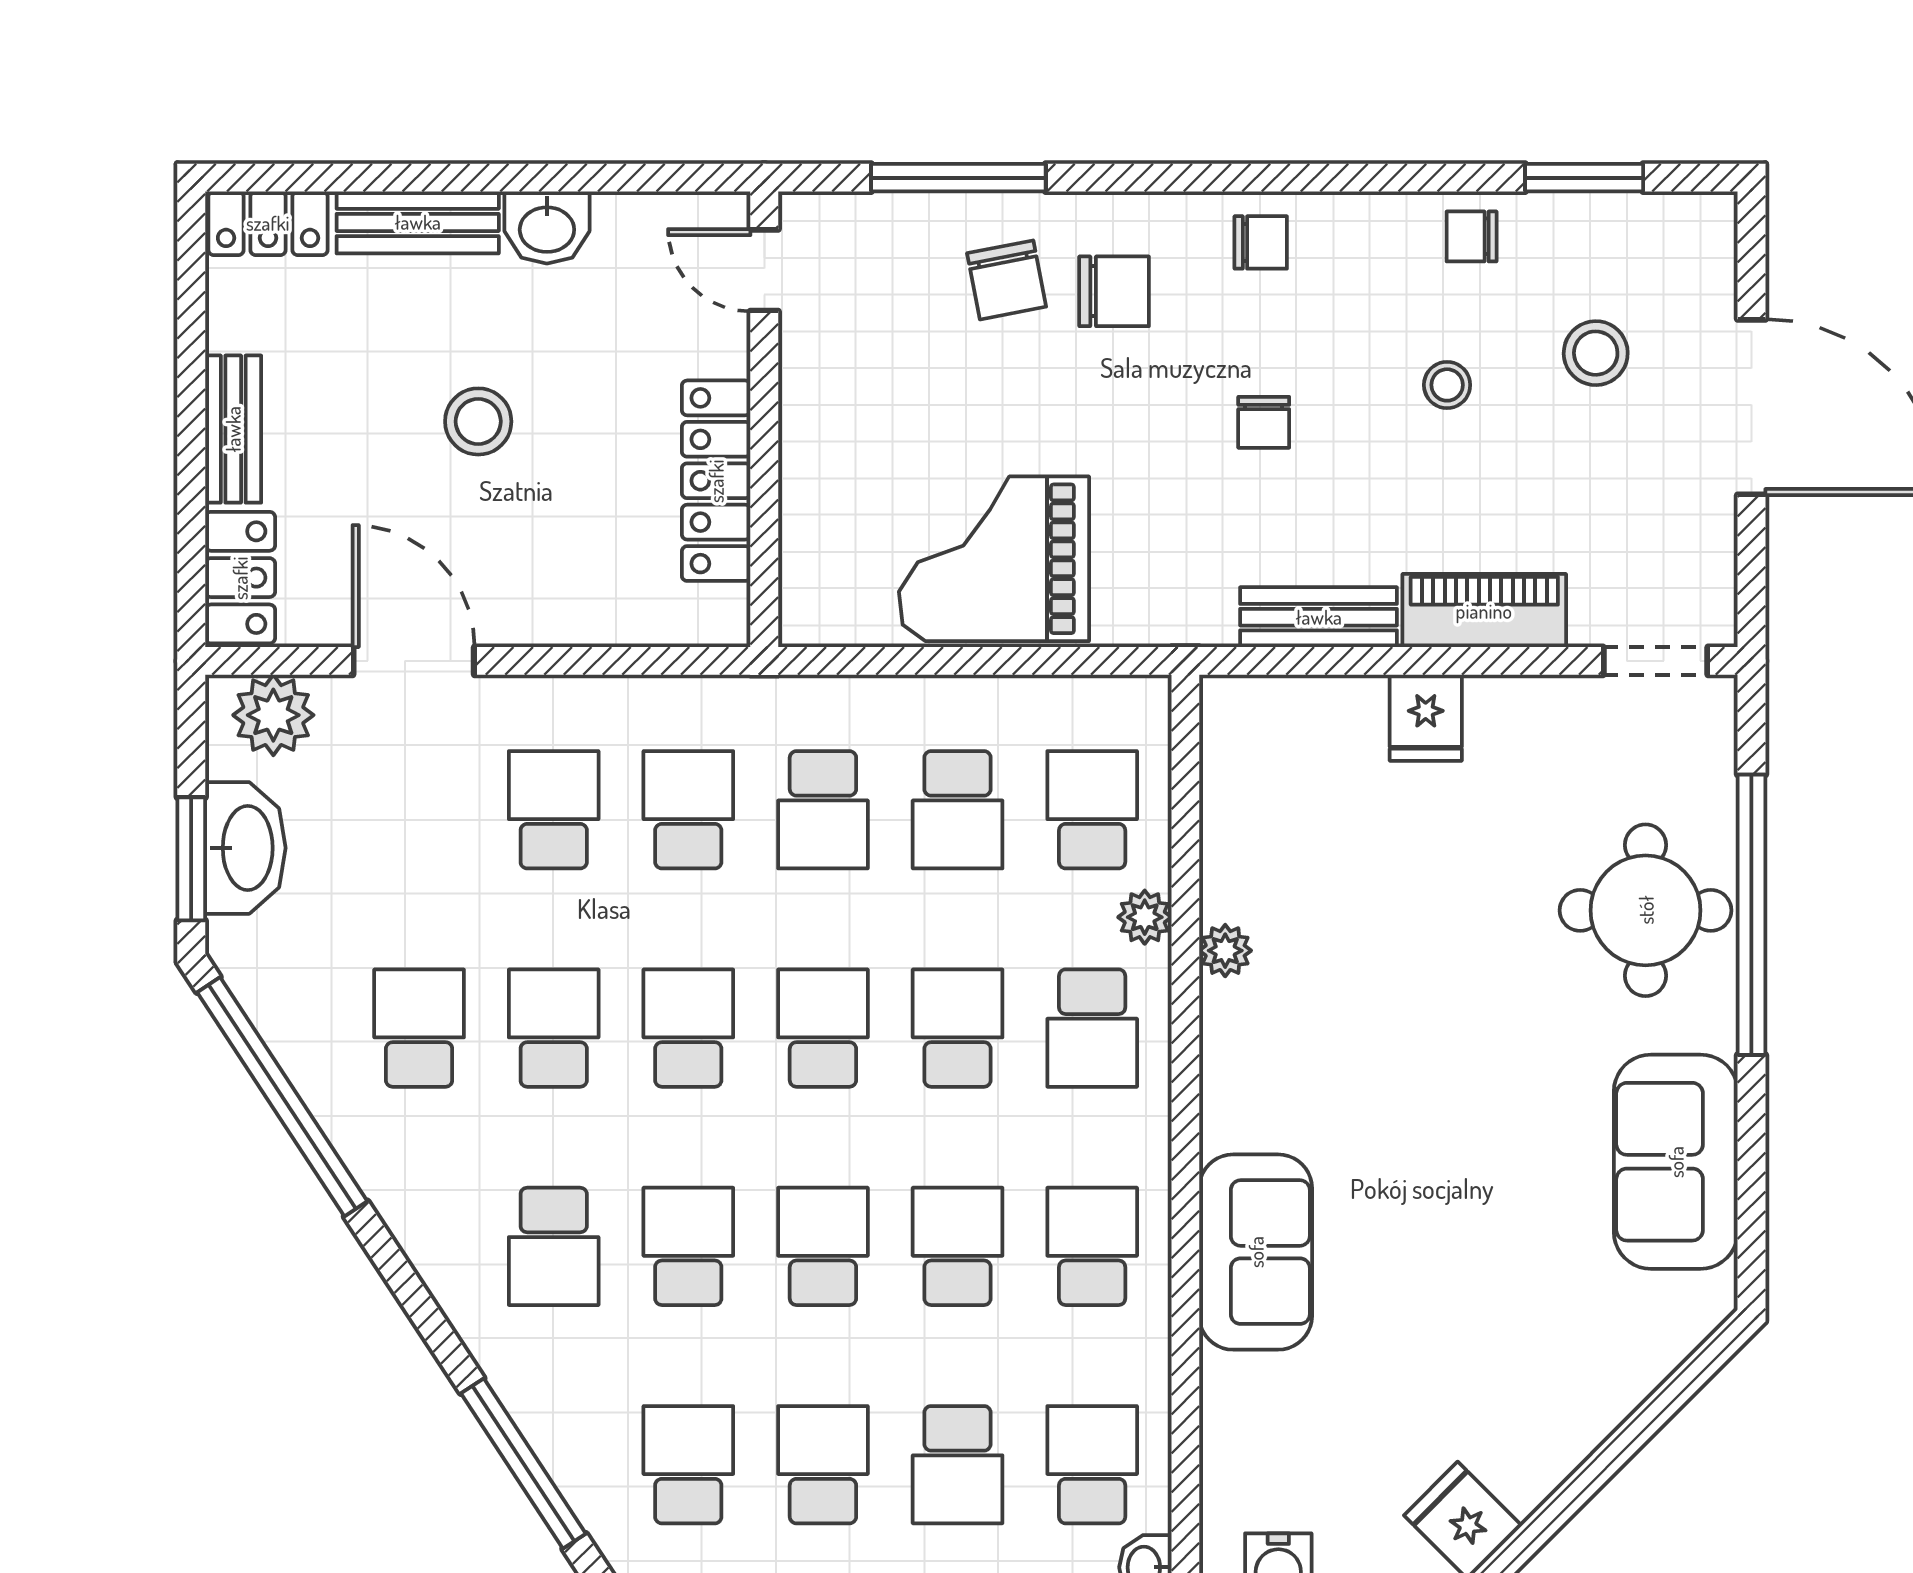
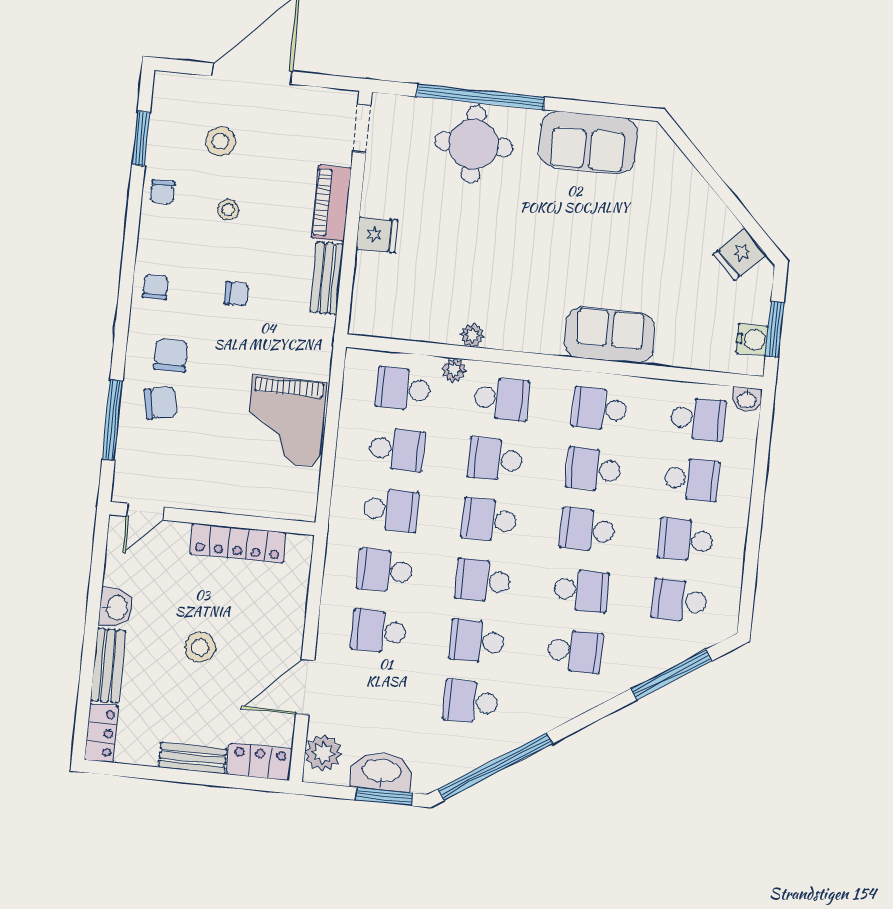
school desk: (688, 1246) -> (581, 591), turned 180
school desk: (1092, 1465) -> (698, 419), turned 180

